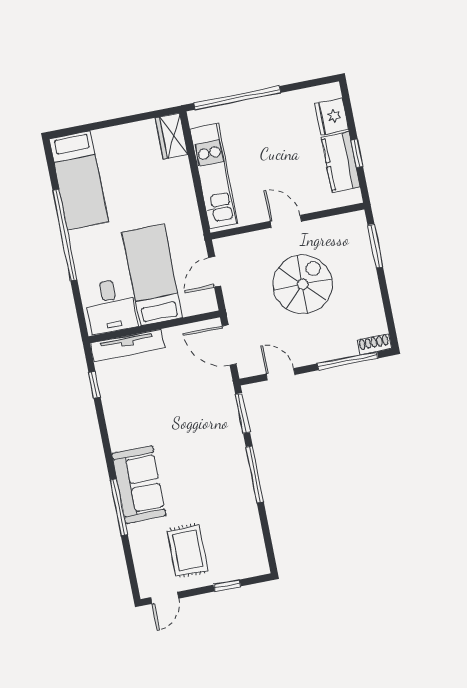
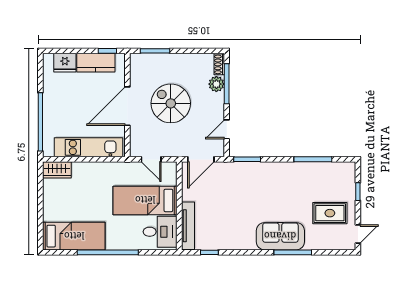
window: (357, 153) -> (107, 51), moved
door: (286, 221) -> (127, 106), width x1.87
plant: (344, 346) -> (216, 84), added
window: (255, 474) -> (313, 159), moved
door: (165, 598) -> (358, 234), hinge flipped

